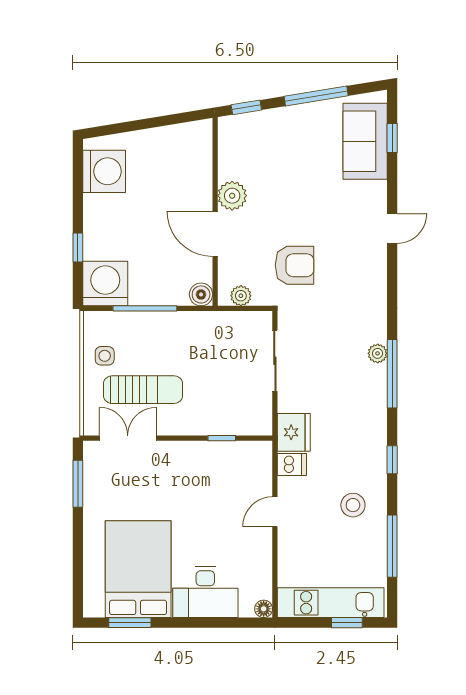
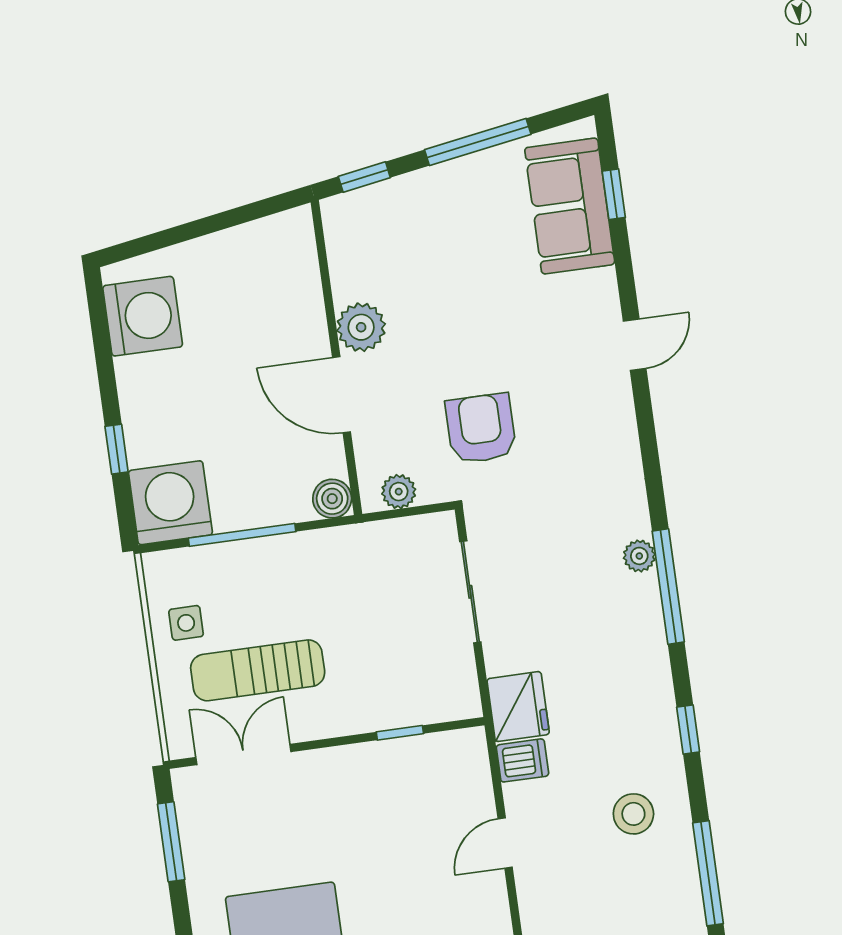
armchair: (294, 265) -> (481, 429), turned -90
sun lounger: (143, 390) -> (258, 670), turned 180

